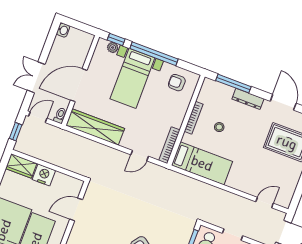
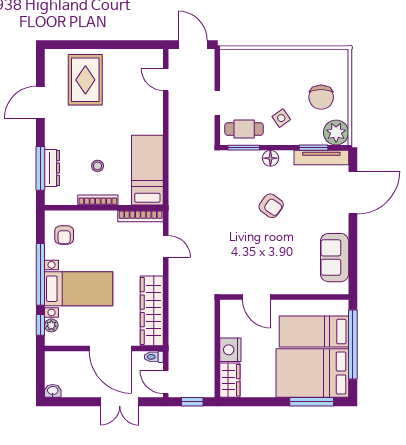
dresser: (248, 99) -> (52, 168), moved

